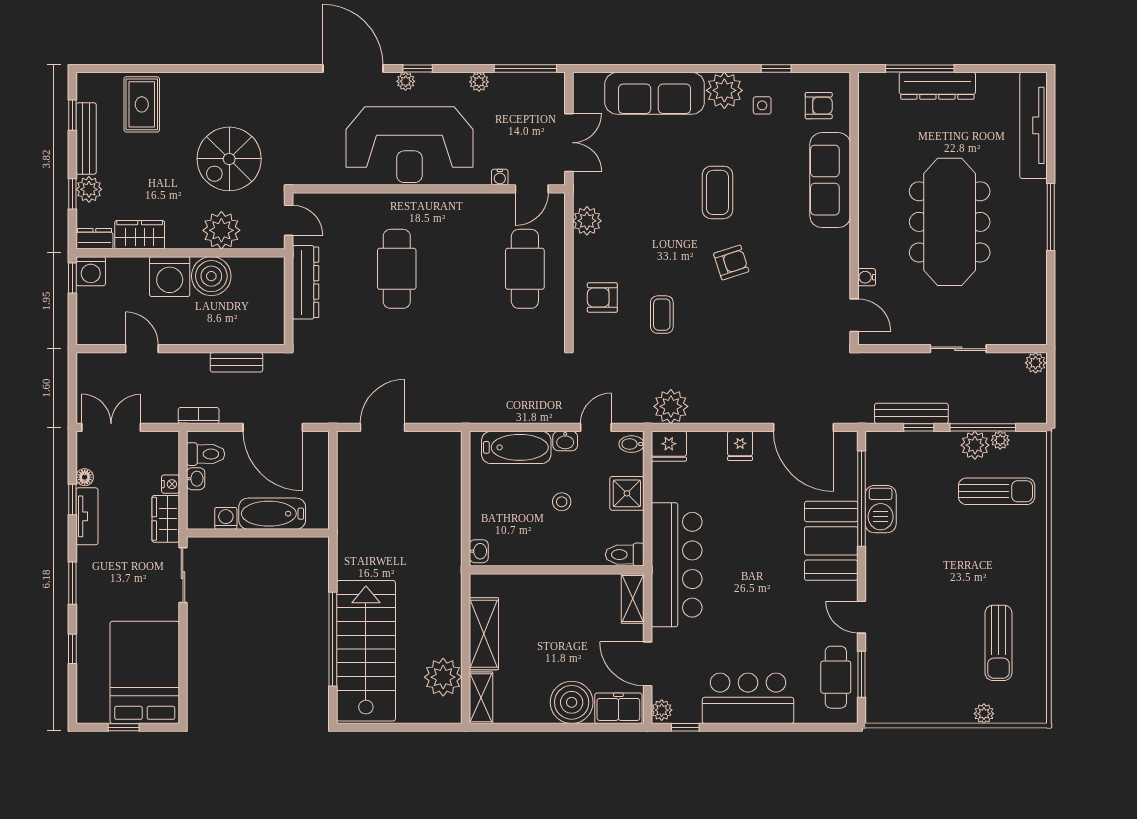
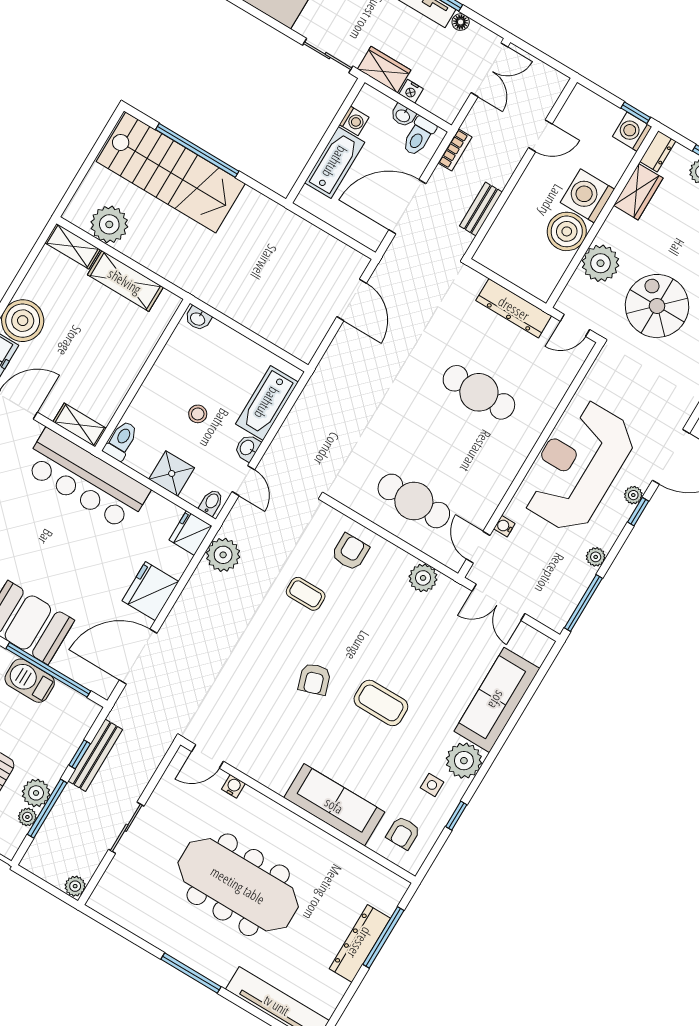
fridge: (740, 446) -> (150, 591), width x1.88, depth x1.34

